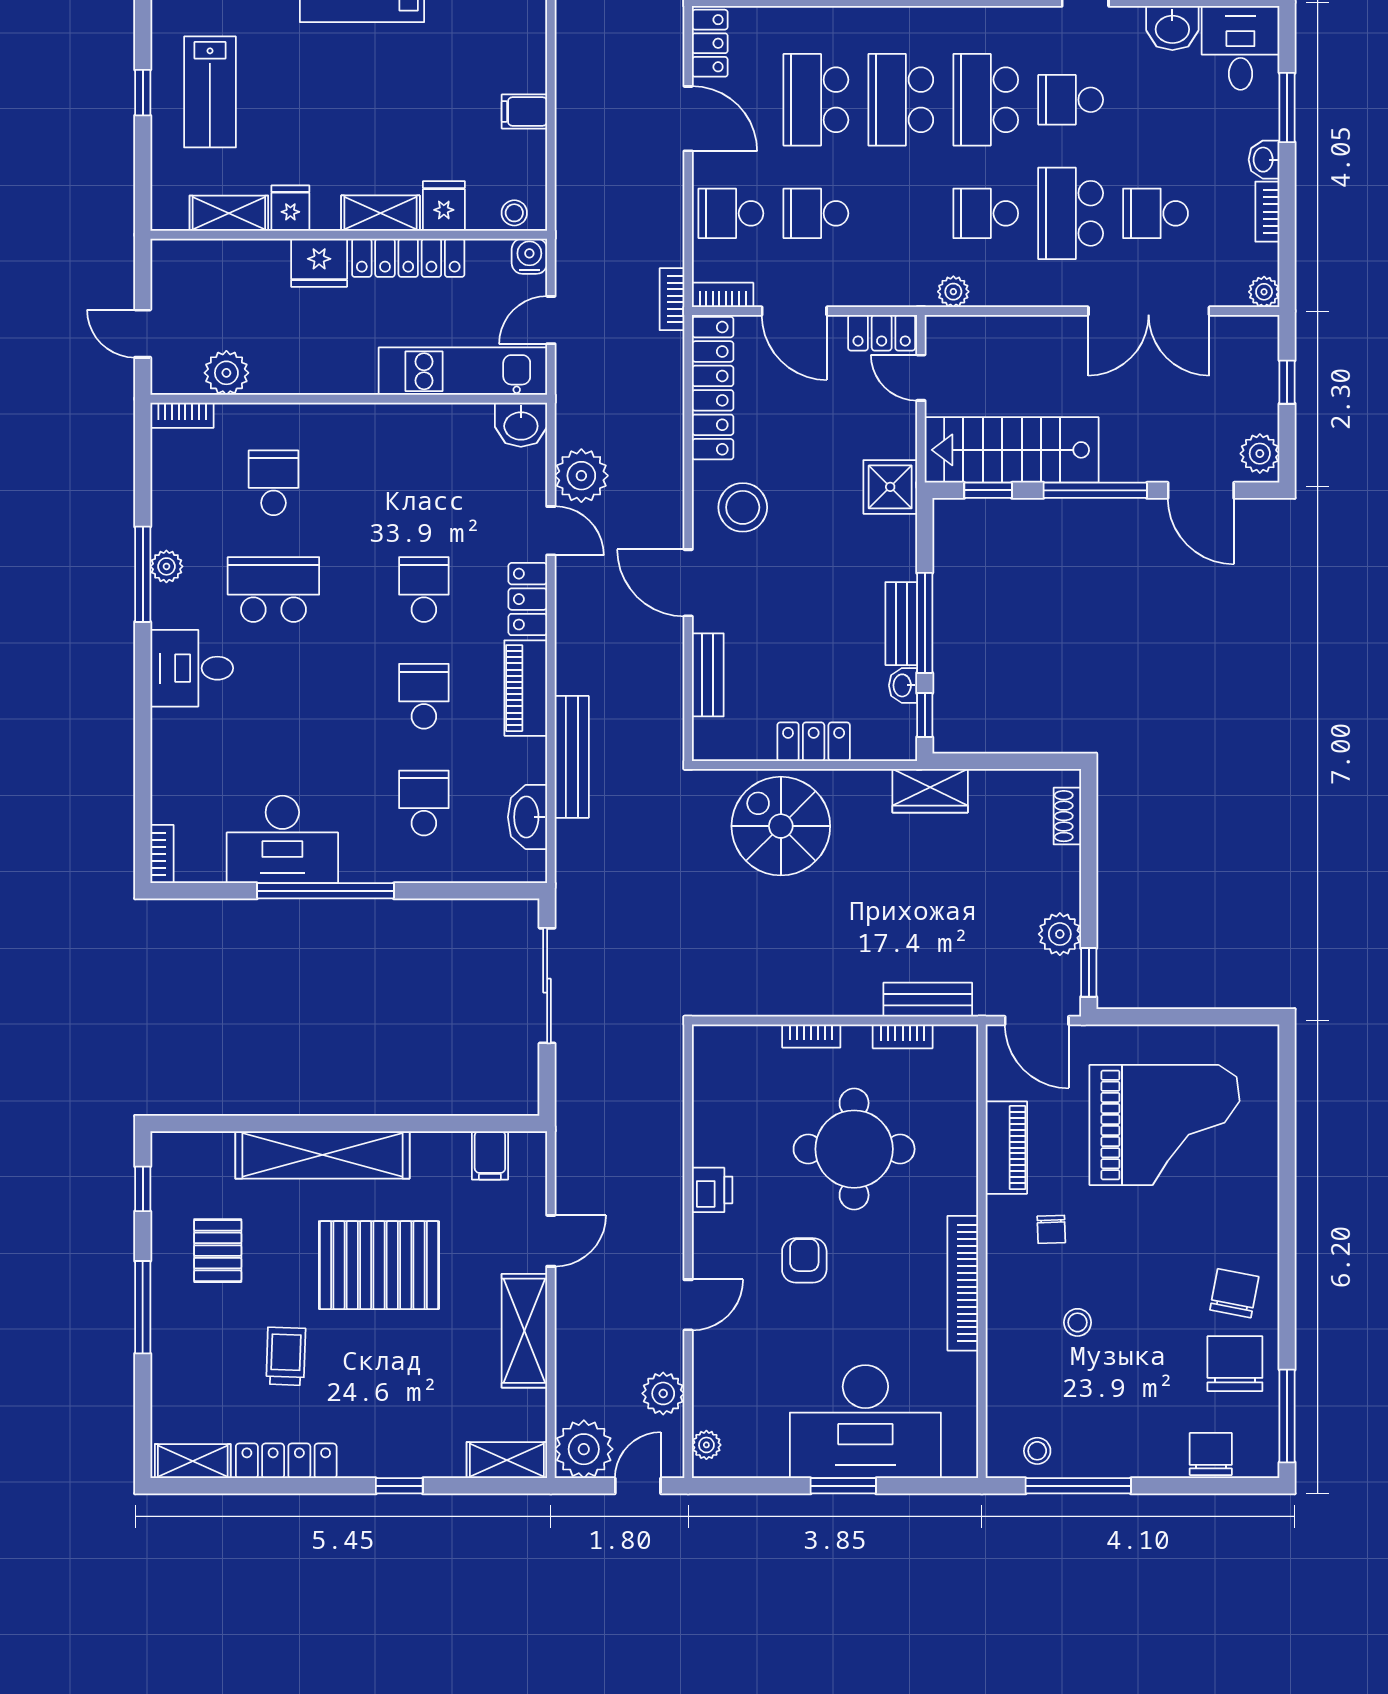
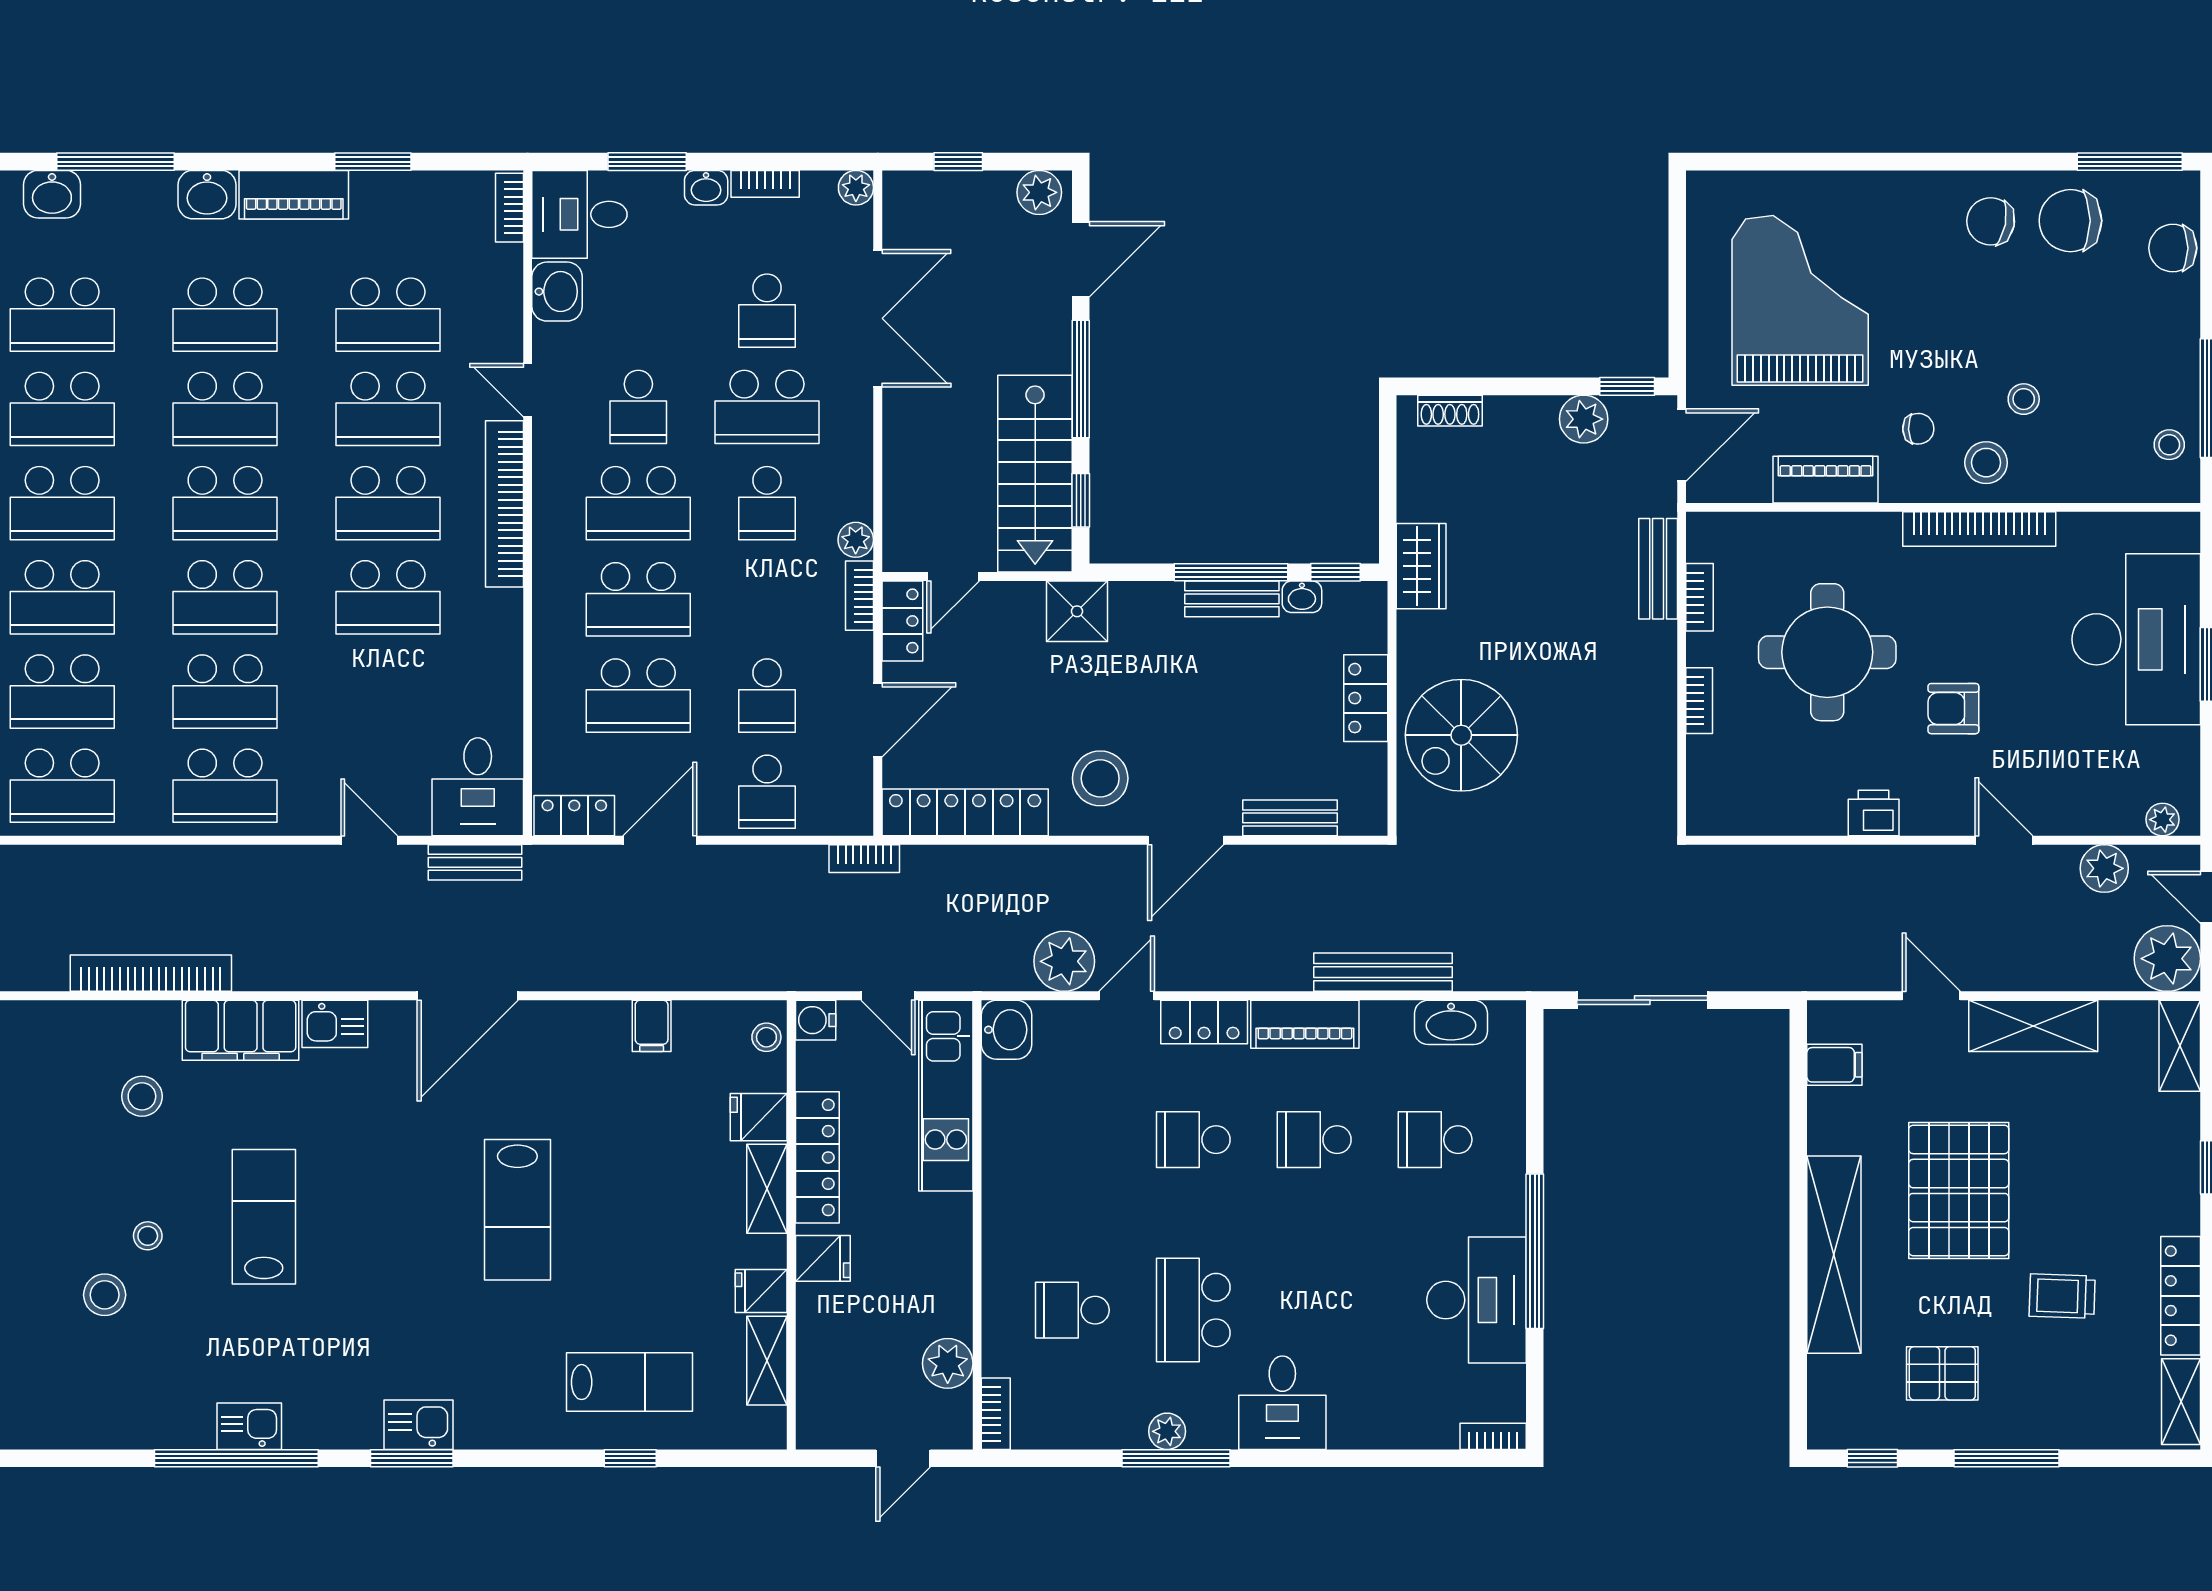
fridge: (319, 263) -> (823, 1258), width x0.72
bookcase: (723, 295) -> (859, 596), moved
stool: (1021, 1289) -> (1986, 463), added

